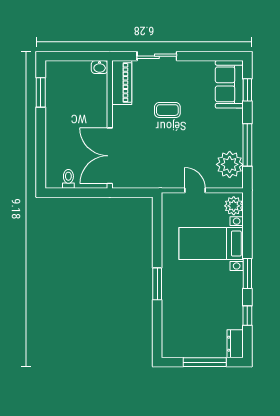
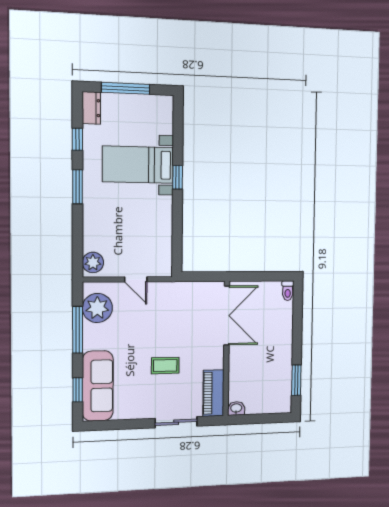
sofa: (229, 84) -> (98, 386), width x1.36
toilet: (68, 179) -> (288, 291), moved
bed with nightstands: (211, 244) -> (138, 165), moved, turned 180
window: (157, 284) -> (178, 177), width x0.67

